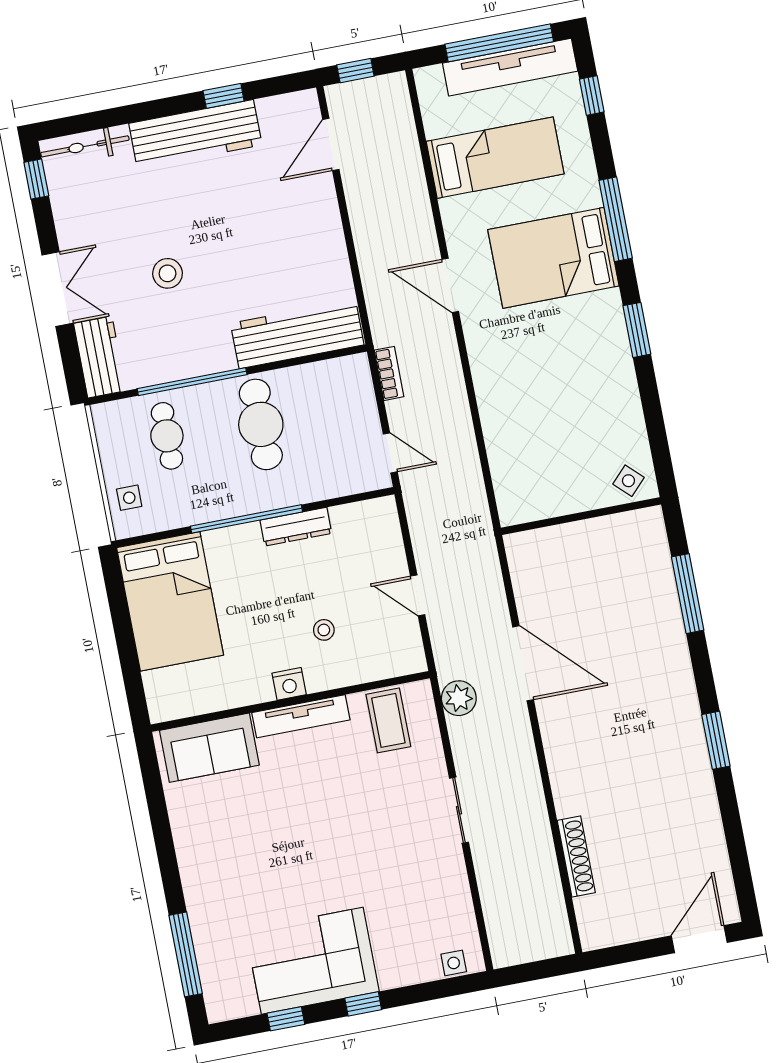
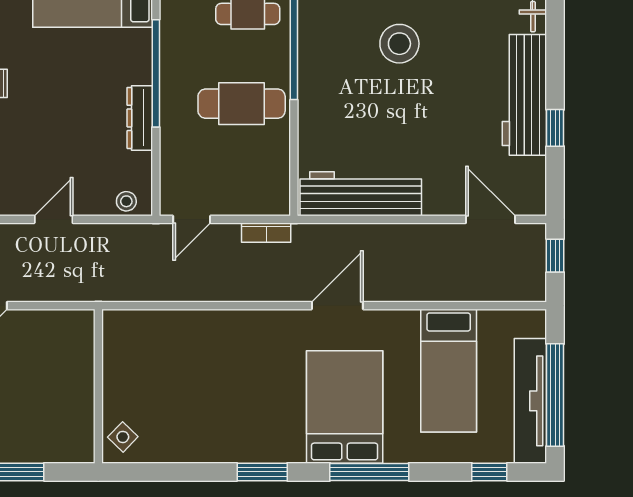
stool: (168, 273) -> (399, 44), width x1.38, depth x1.38
workbench: (297, 334) -> (361, 194), moved, turned -90
stool: (324, 630) -> (126, 201), moved

